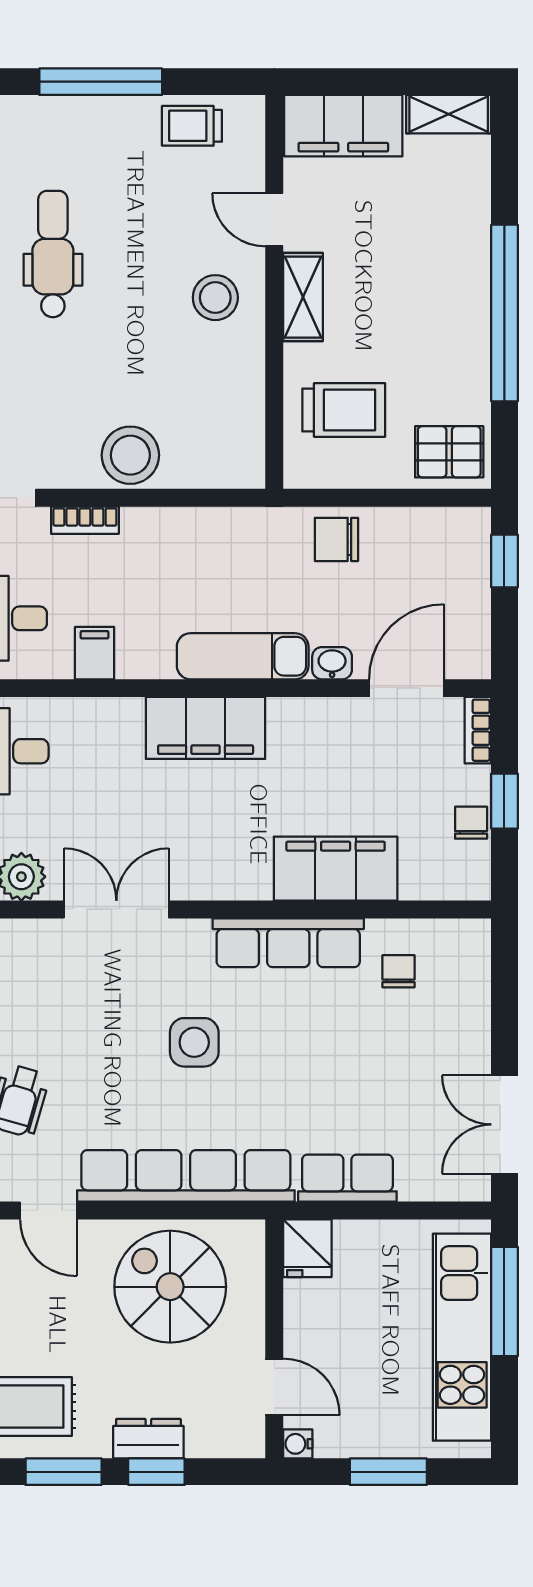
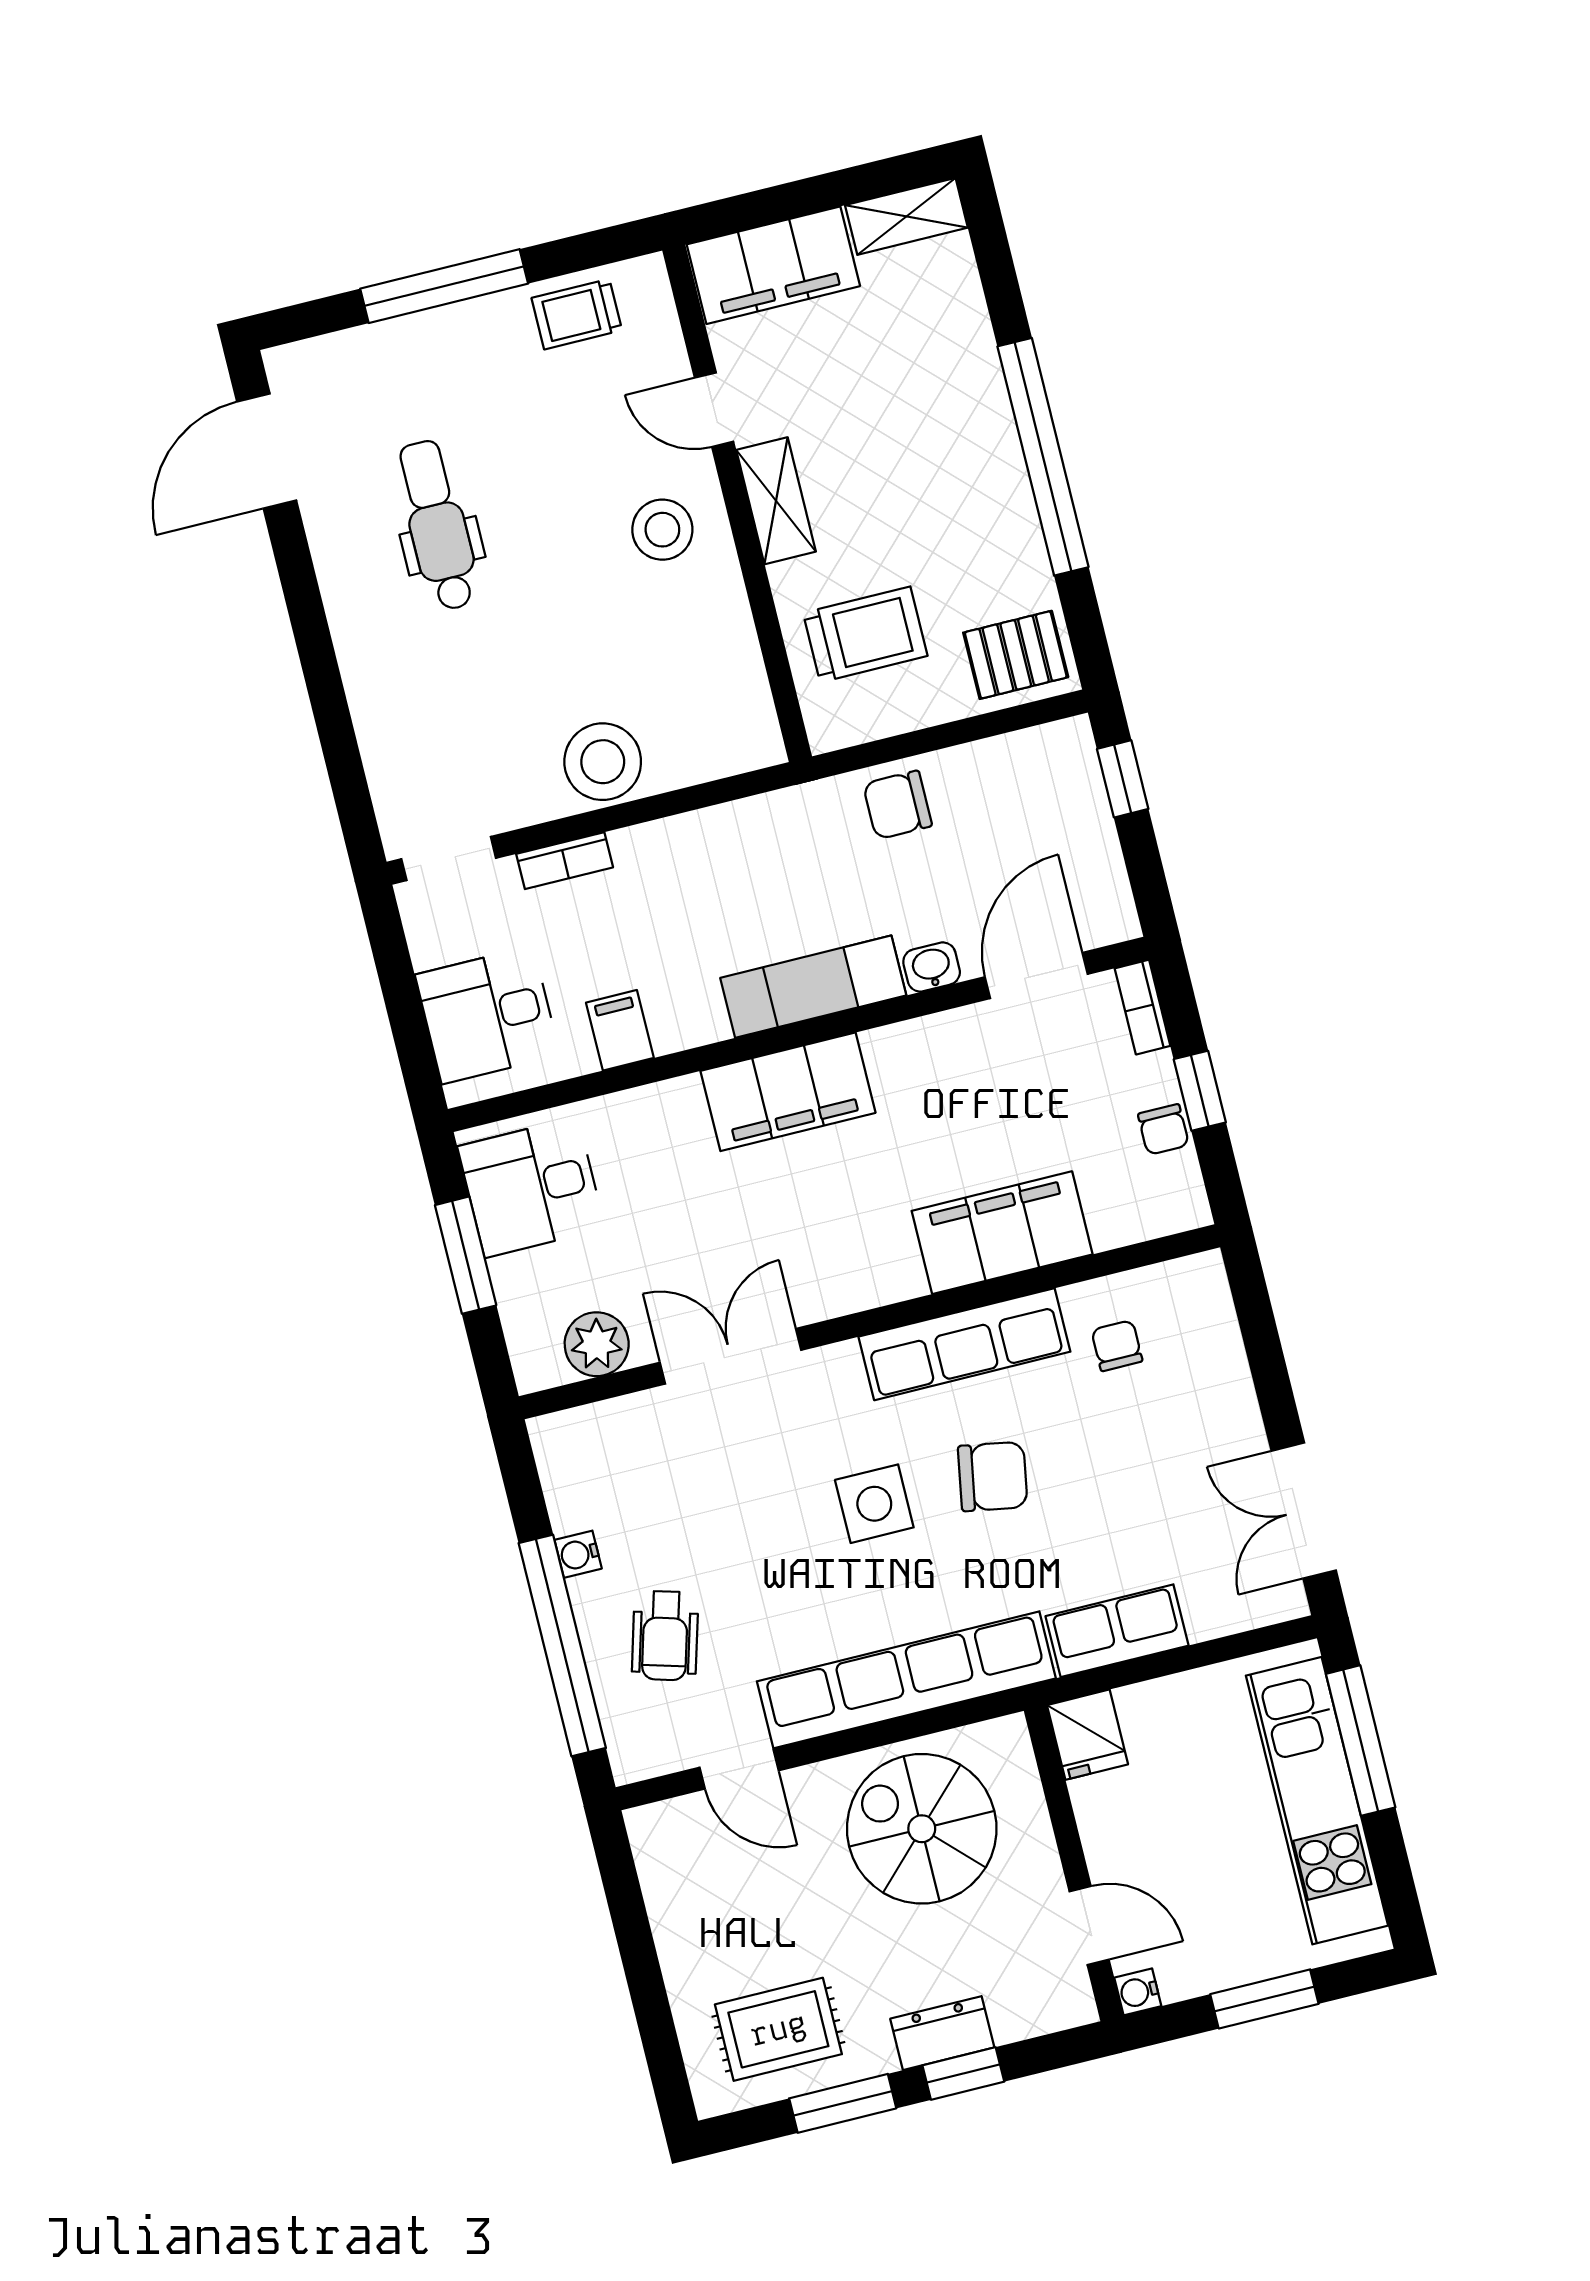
chair: (471, 823) -> (1163, 1129), turned 180
chair: (285, 1044) -> (993, 1477), added

